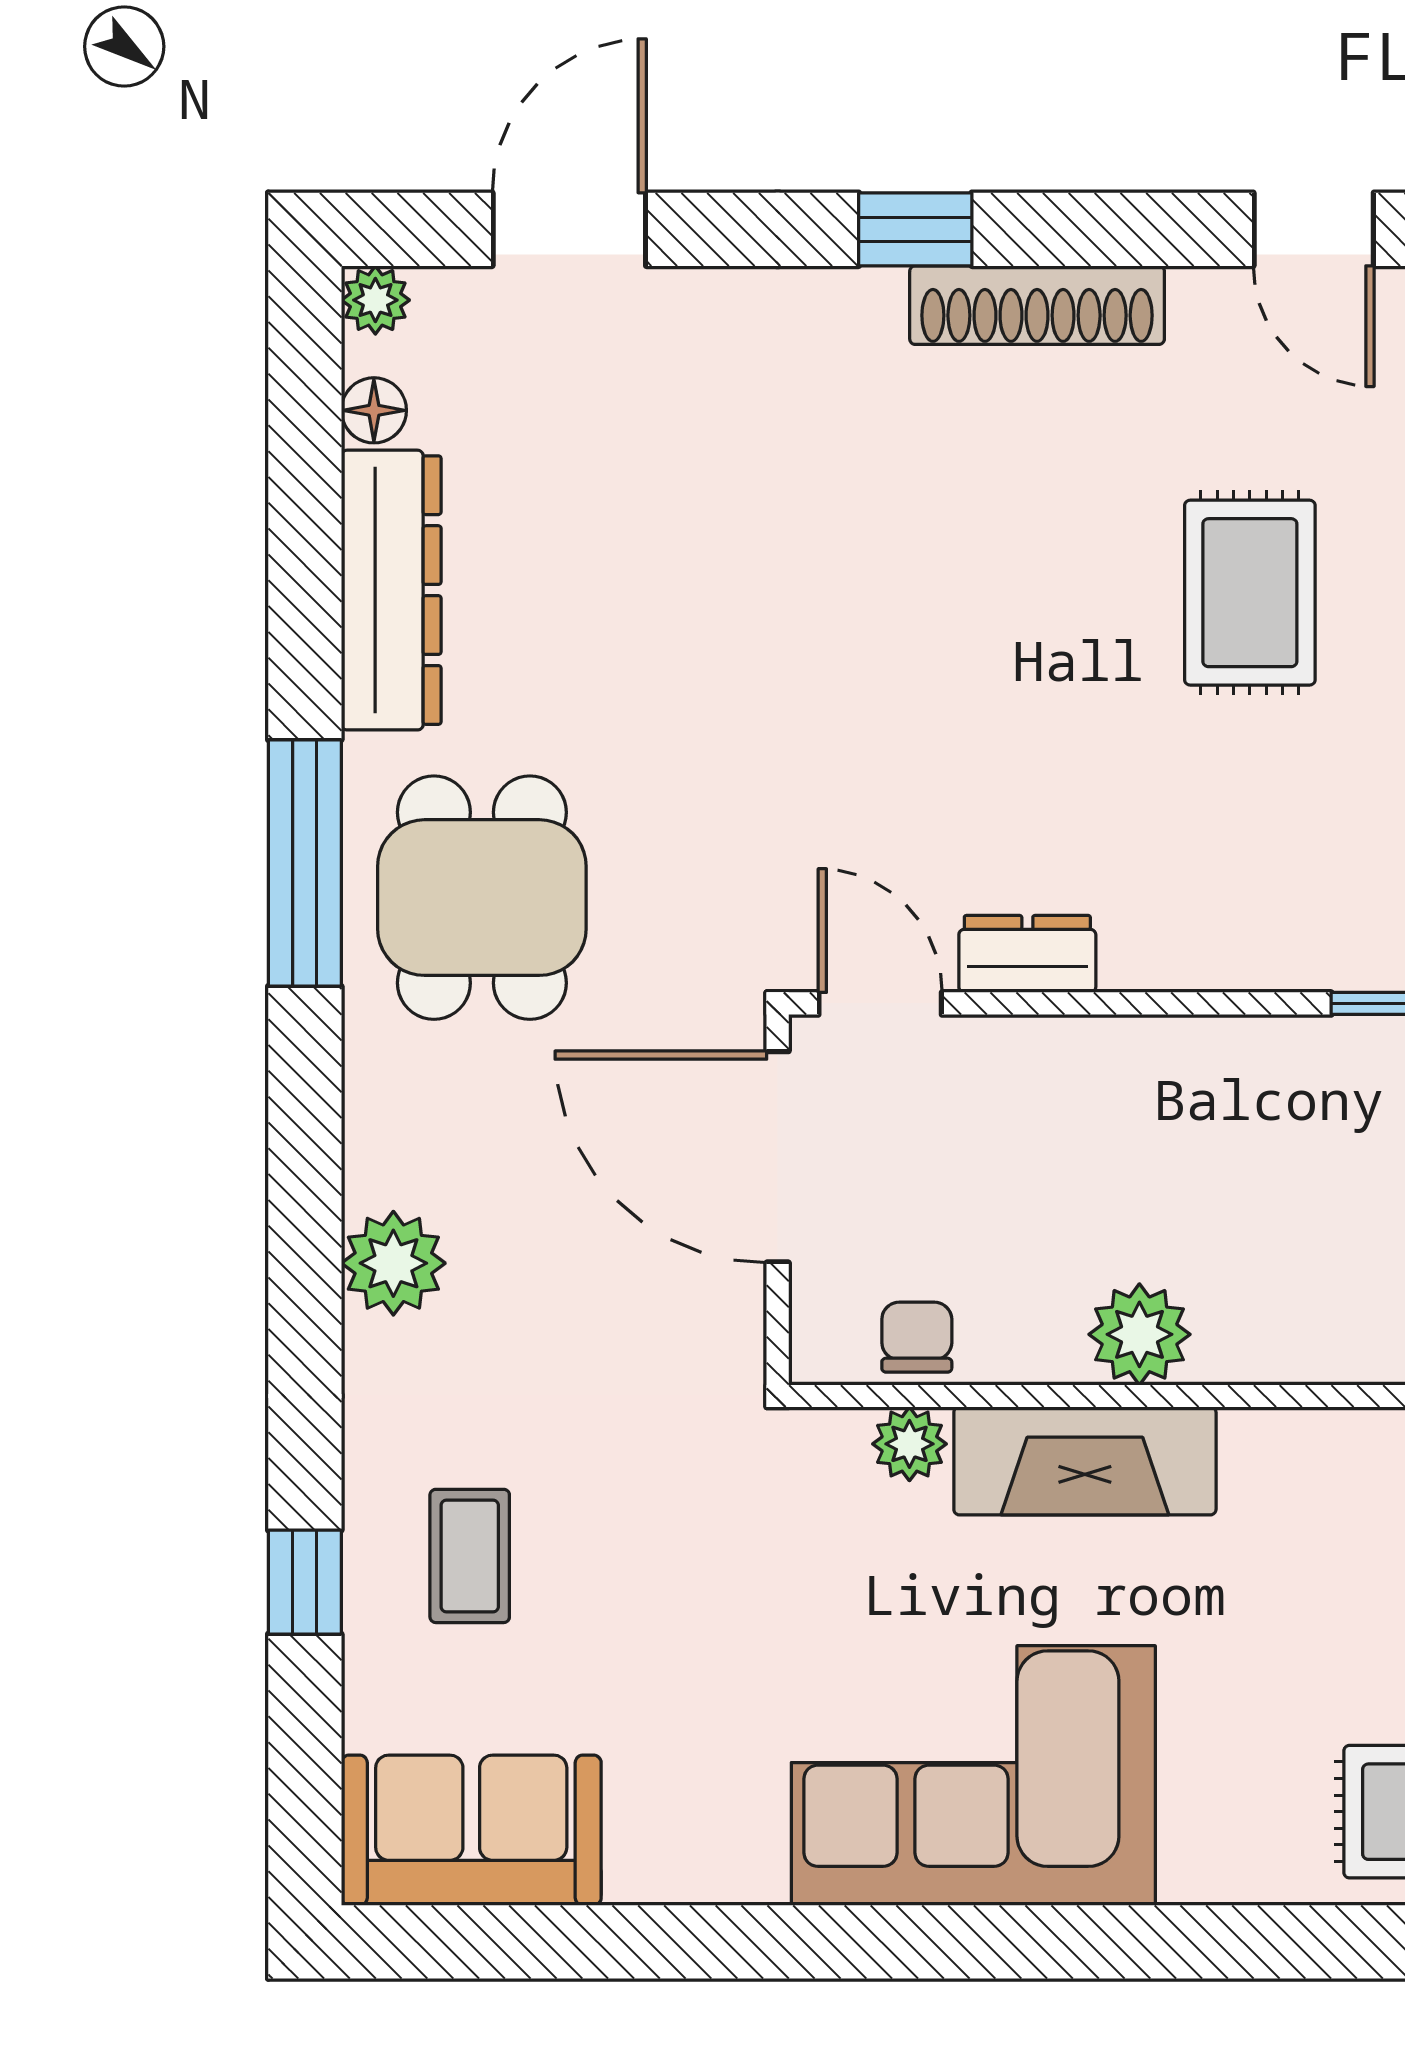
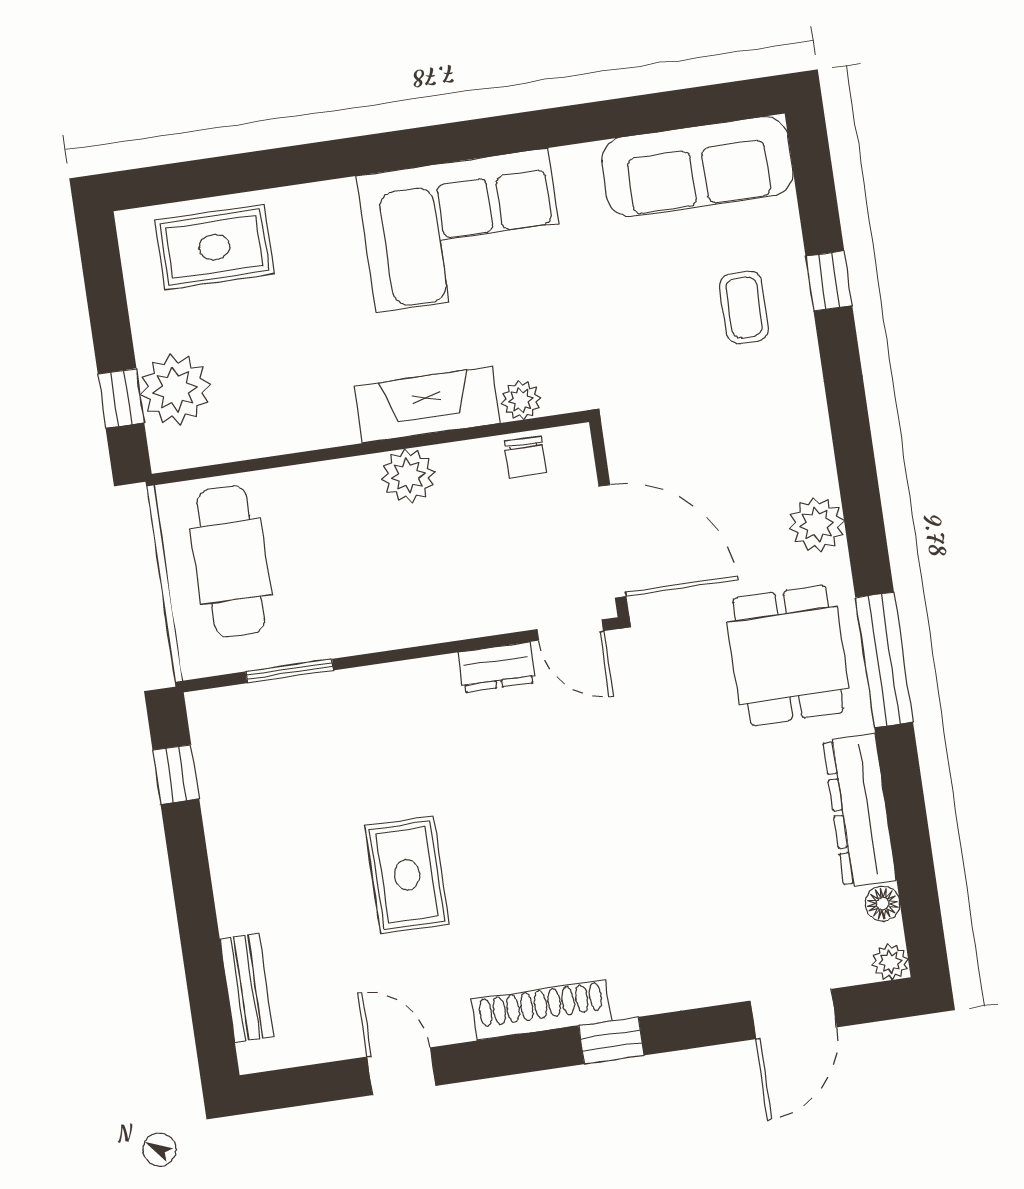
plant: (393, 1263) -> (817, 525), moved
sofa: (471, 1830) -> (697, 167), width x1.36

